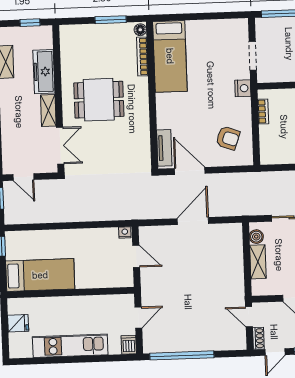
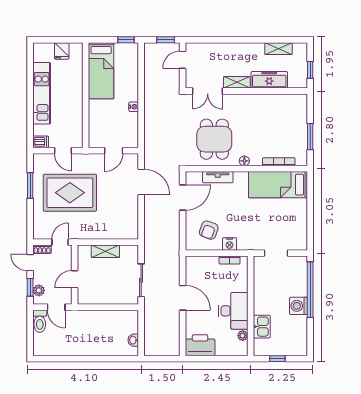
floor lamp: (140, 30) -> (244, 161), moved
nightstand: (243, 88) -> (230, 244), moved
dining table: (99, 100) -> (214, 139), moved
tv unit: (164, 148) -> (218, 177), moved
door: (193, 221) -> (141, 182), moved
nightstand: (125, 233) -> (134, 107), moved
boiler: (256, 237) -> (126, 251), removed
rug: (189, 307) -> (70, 193), added
window: (182, 355) -> (30, 185), width x0.47

